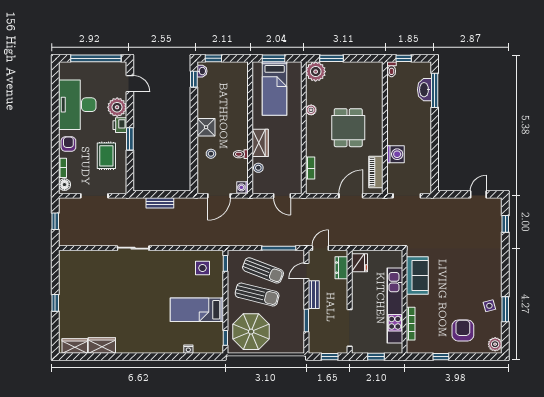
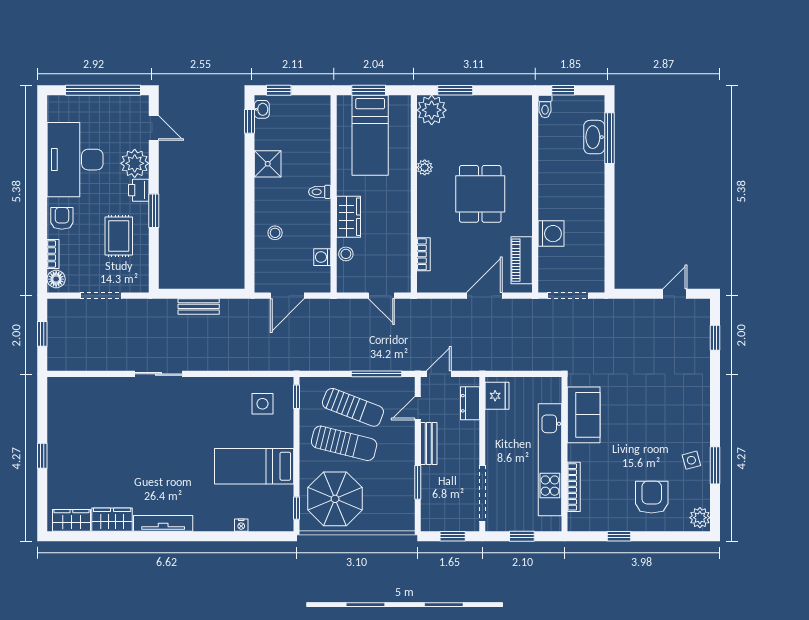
shower: (206, 127) -> (268, 164), moved
toilet: (241, 154) -> (320, 192), moved
washing machine: (243, 187) -> (322, 257), moved
tv unit: (136, 348) -> (163, 523), added

